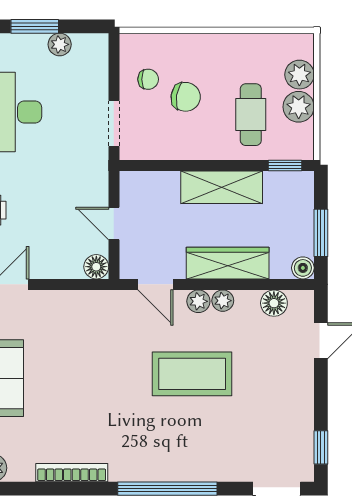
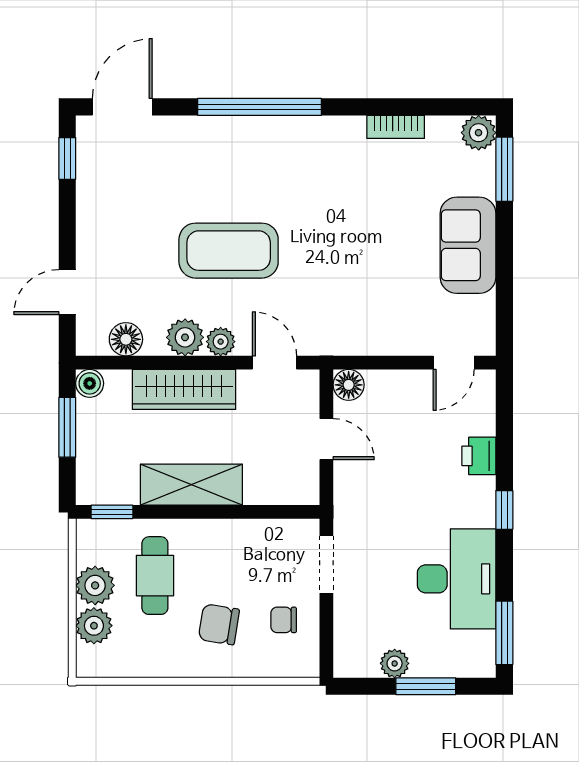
chair: (186, 97) -> (219, 624), moved
plant: (223, 301) -> (185, 337), width x1.38, depth x1.38
bookcase: (72, 473) -> (396, 127), width x0.64

